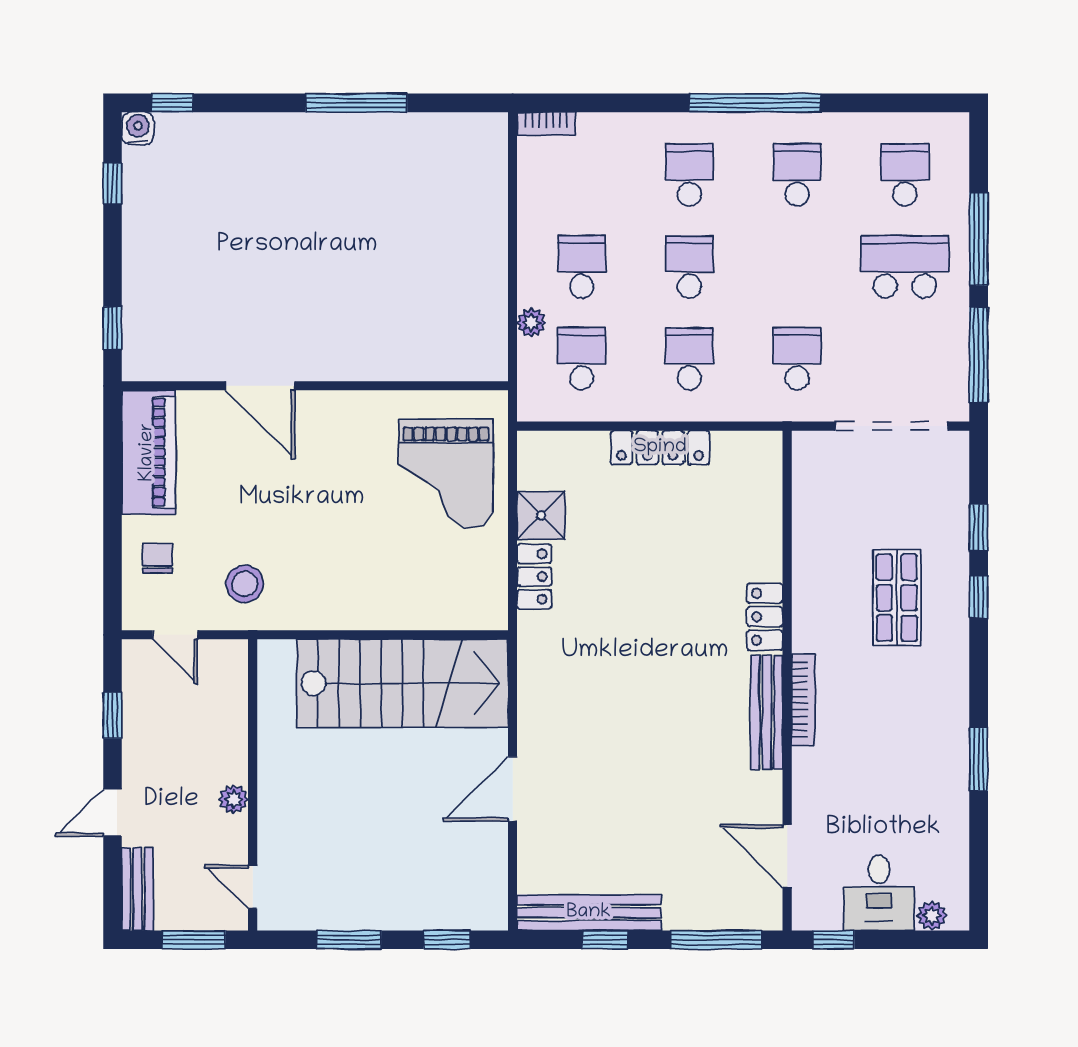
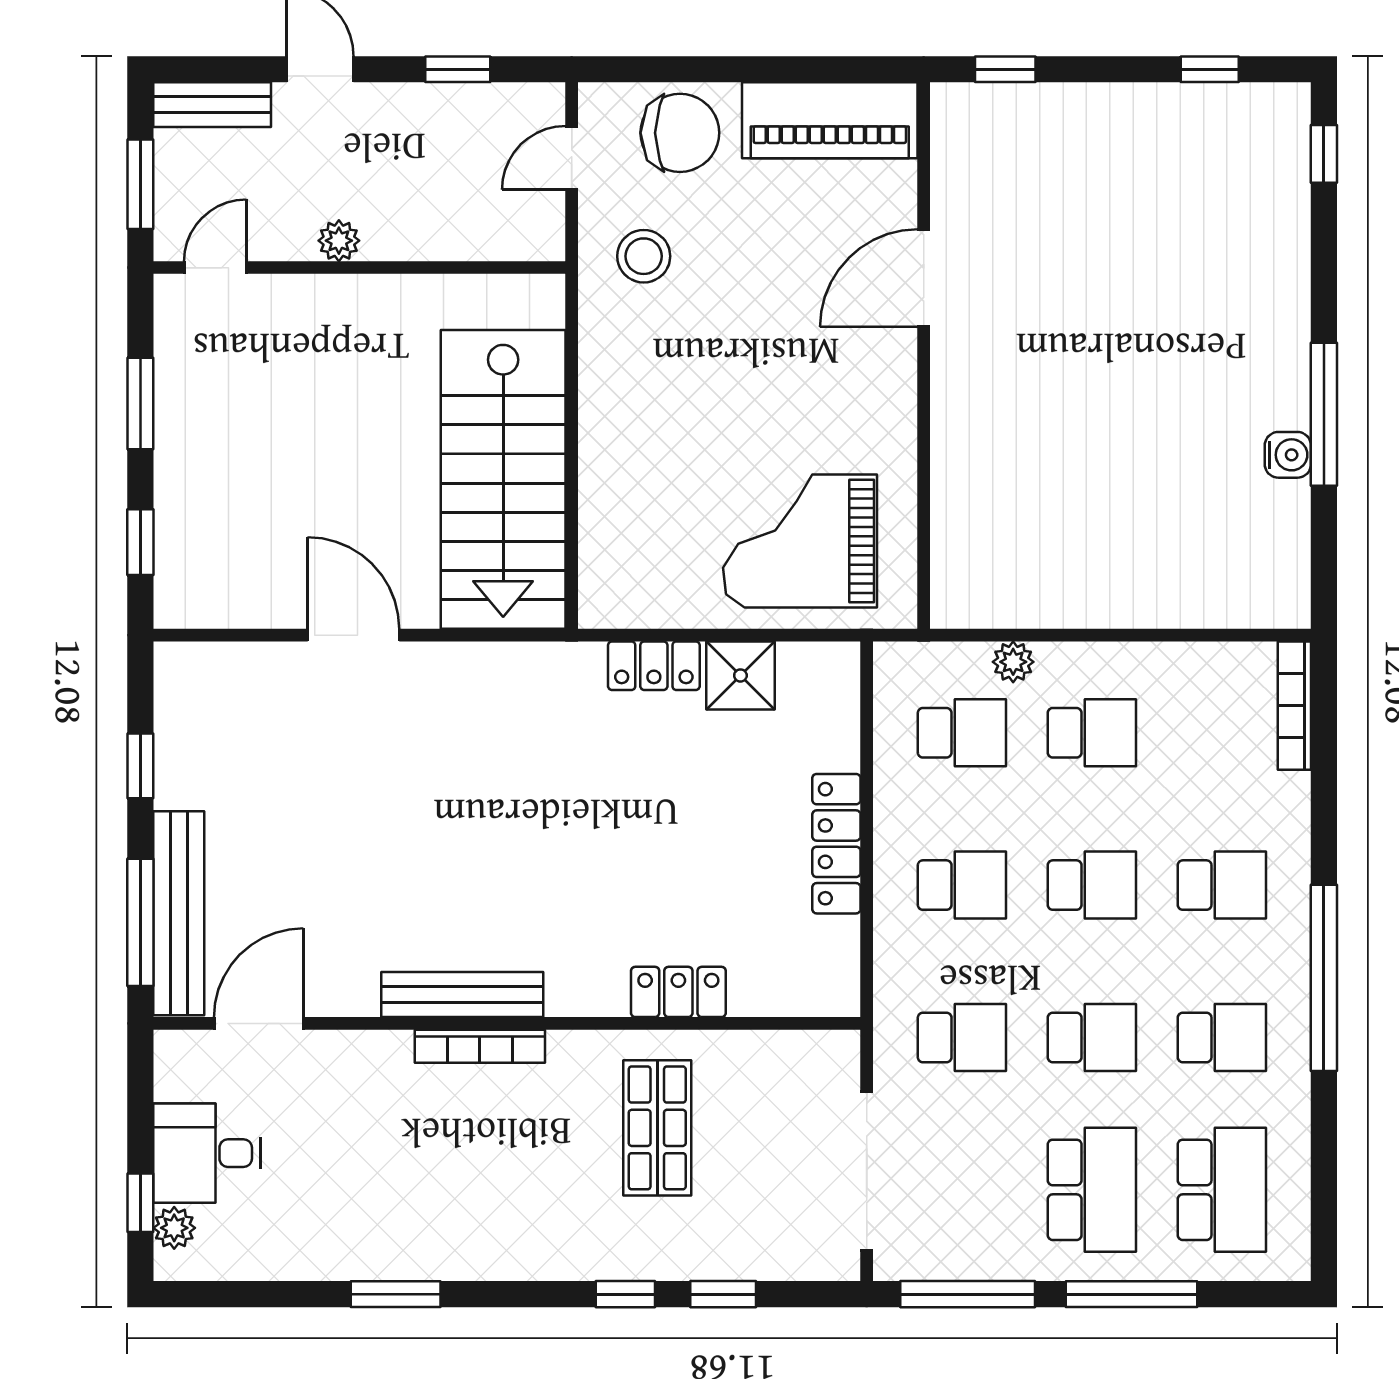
bookcase: (546, 124) -> (1294, 706), width x1.56
water cooler: (138, 128) -> (1288, 455), moved
school desk: (905, 175) -> (1222, 1190), width x1.85
school desk: (797, 267) -> (1092, 1037), added
chair: (157, 558) -> (680, 133), width x1.87, depth x1.87
shop shelf: (897, 598) -> (657, 1128), moved, turned 90
locker: (765, 617) -> (678, 992), moved
bench: (589, 913) -> (179, 913), moved
window: (834, 940) -> (140, 1203), moved

